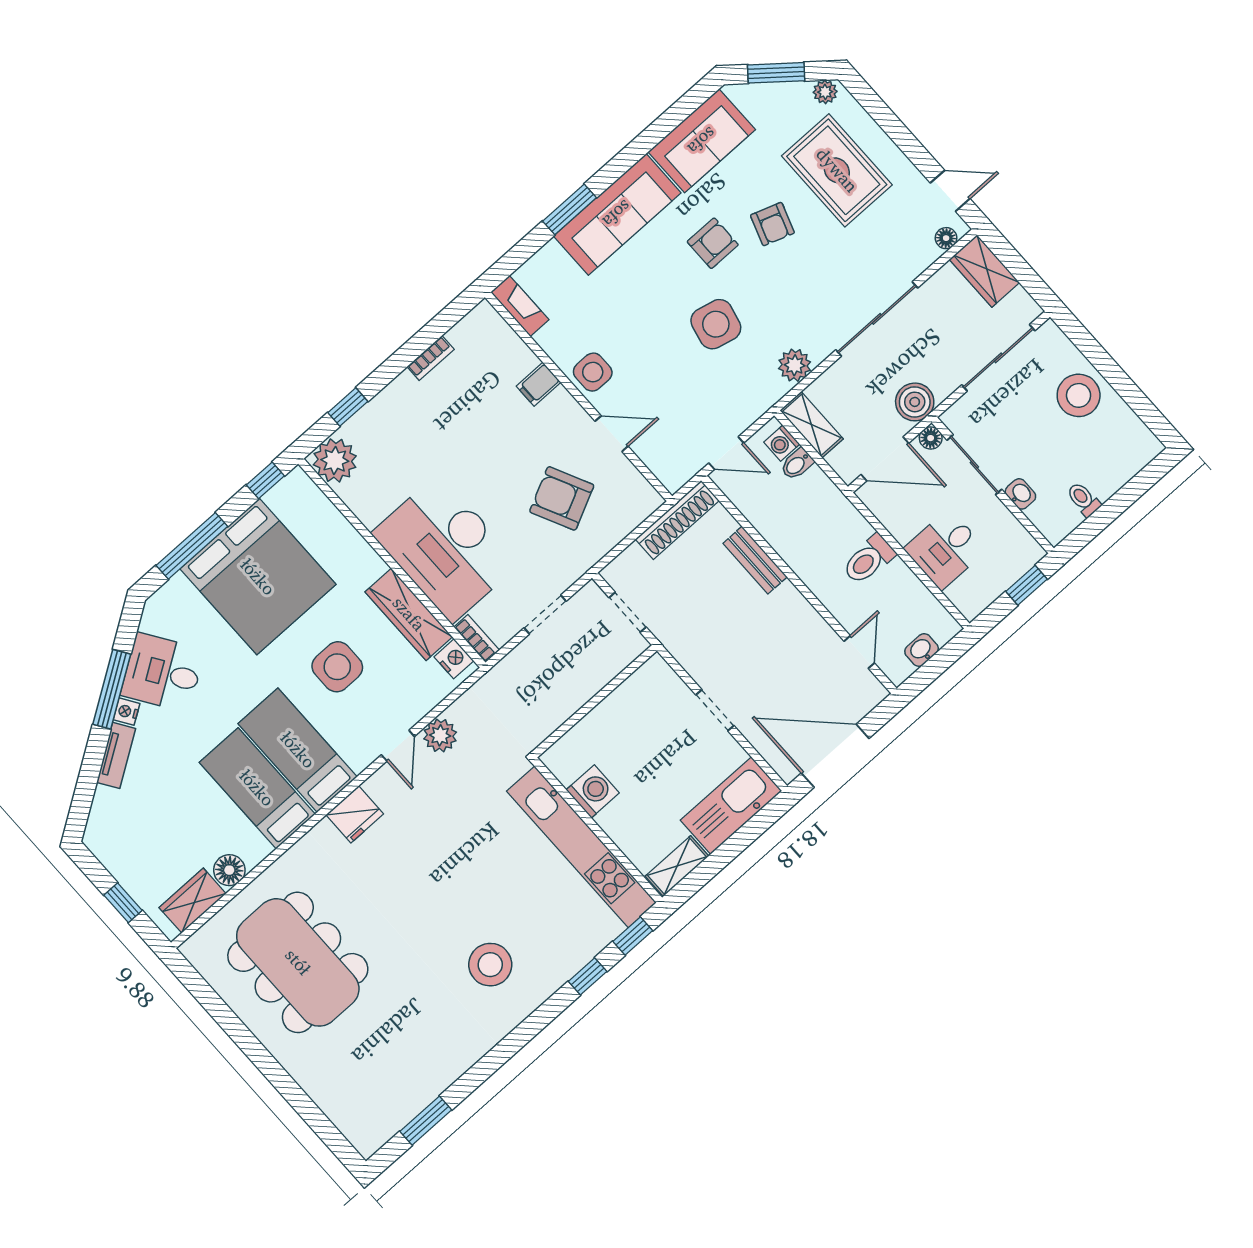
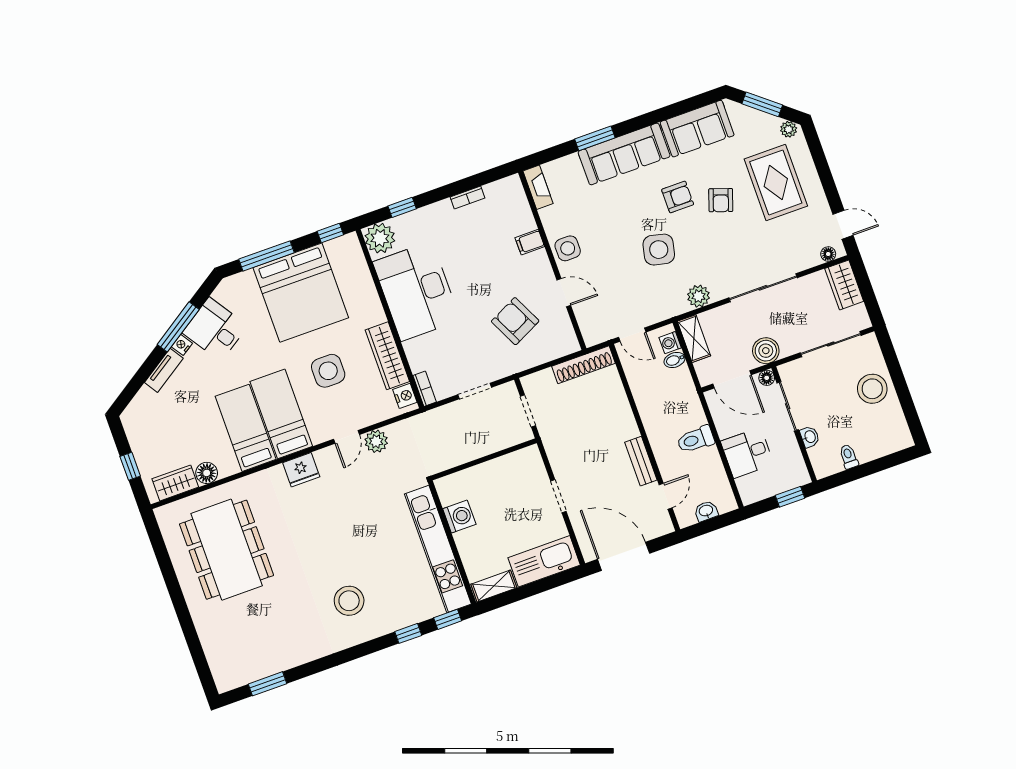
desk: (445, 548) -> (416, 291), moved
bench: (755, 560) -> (641, 461), moved

